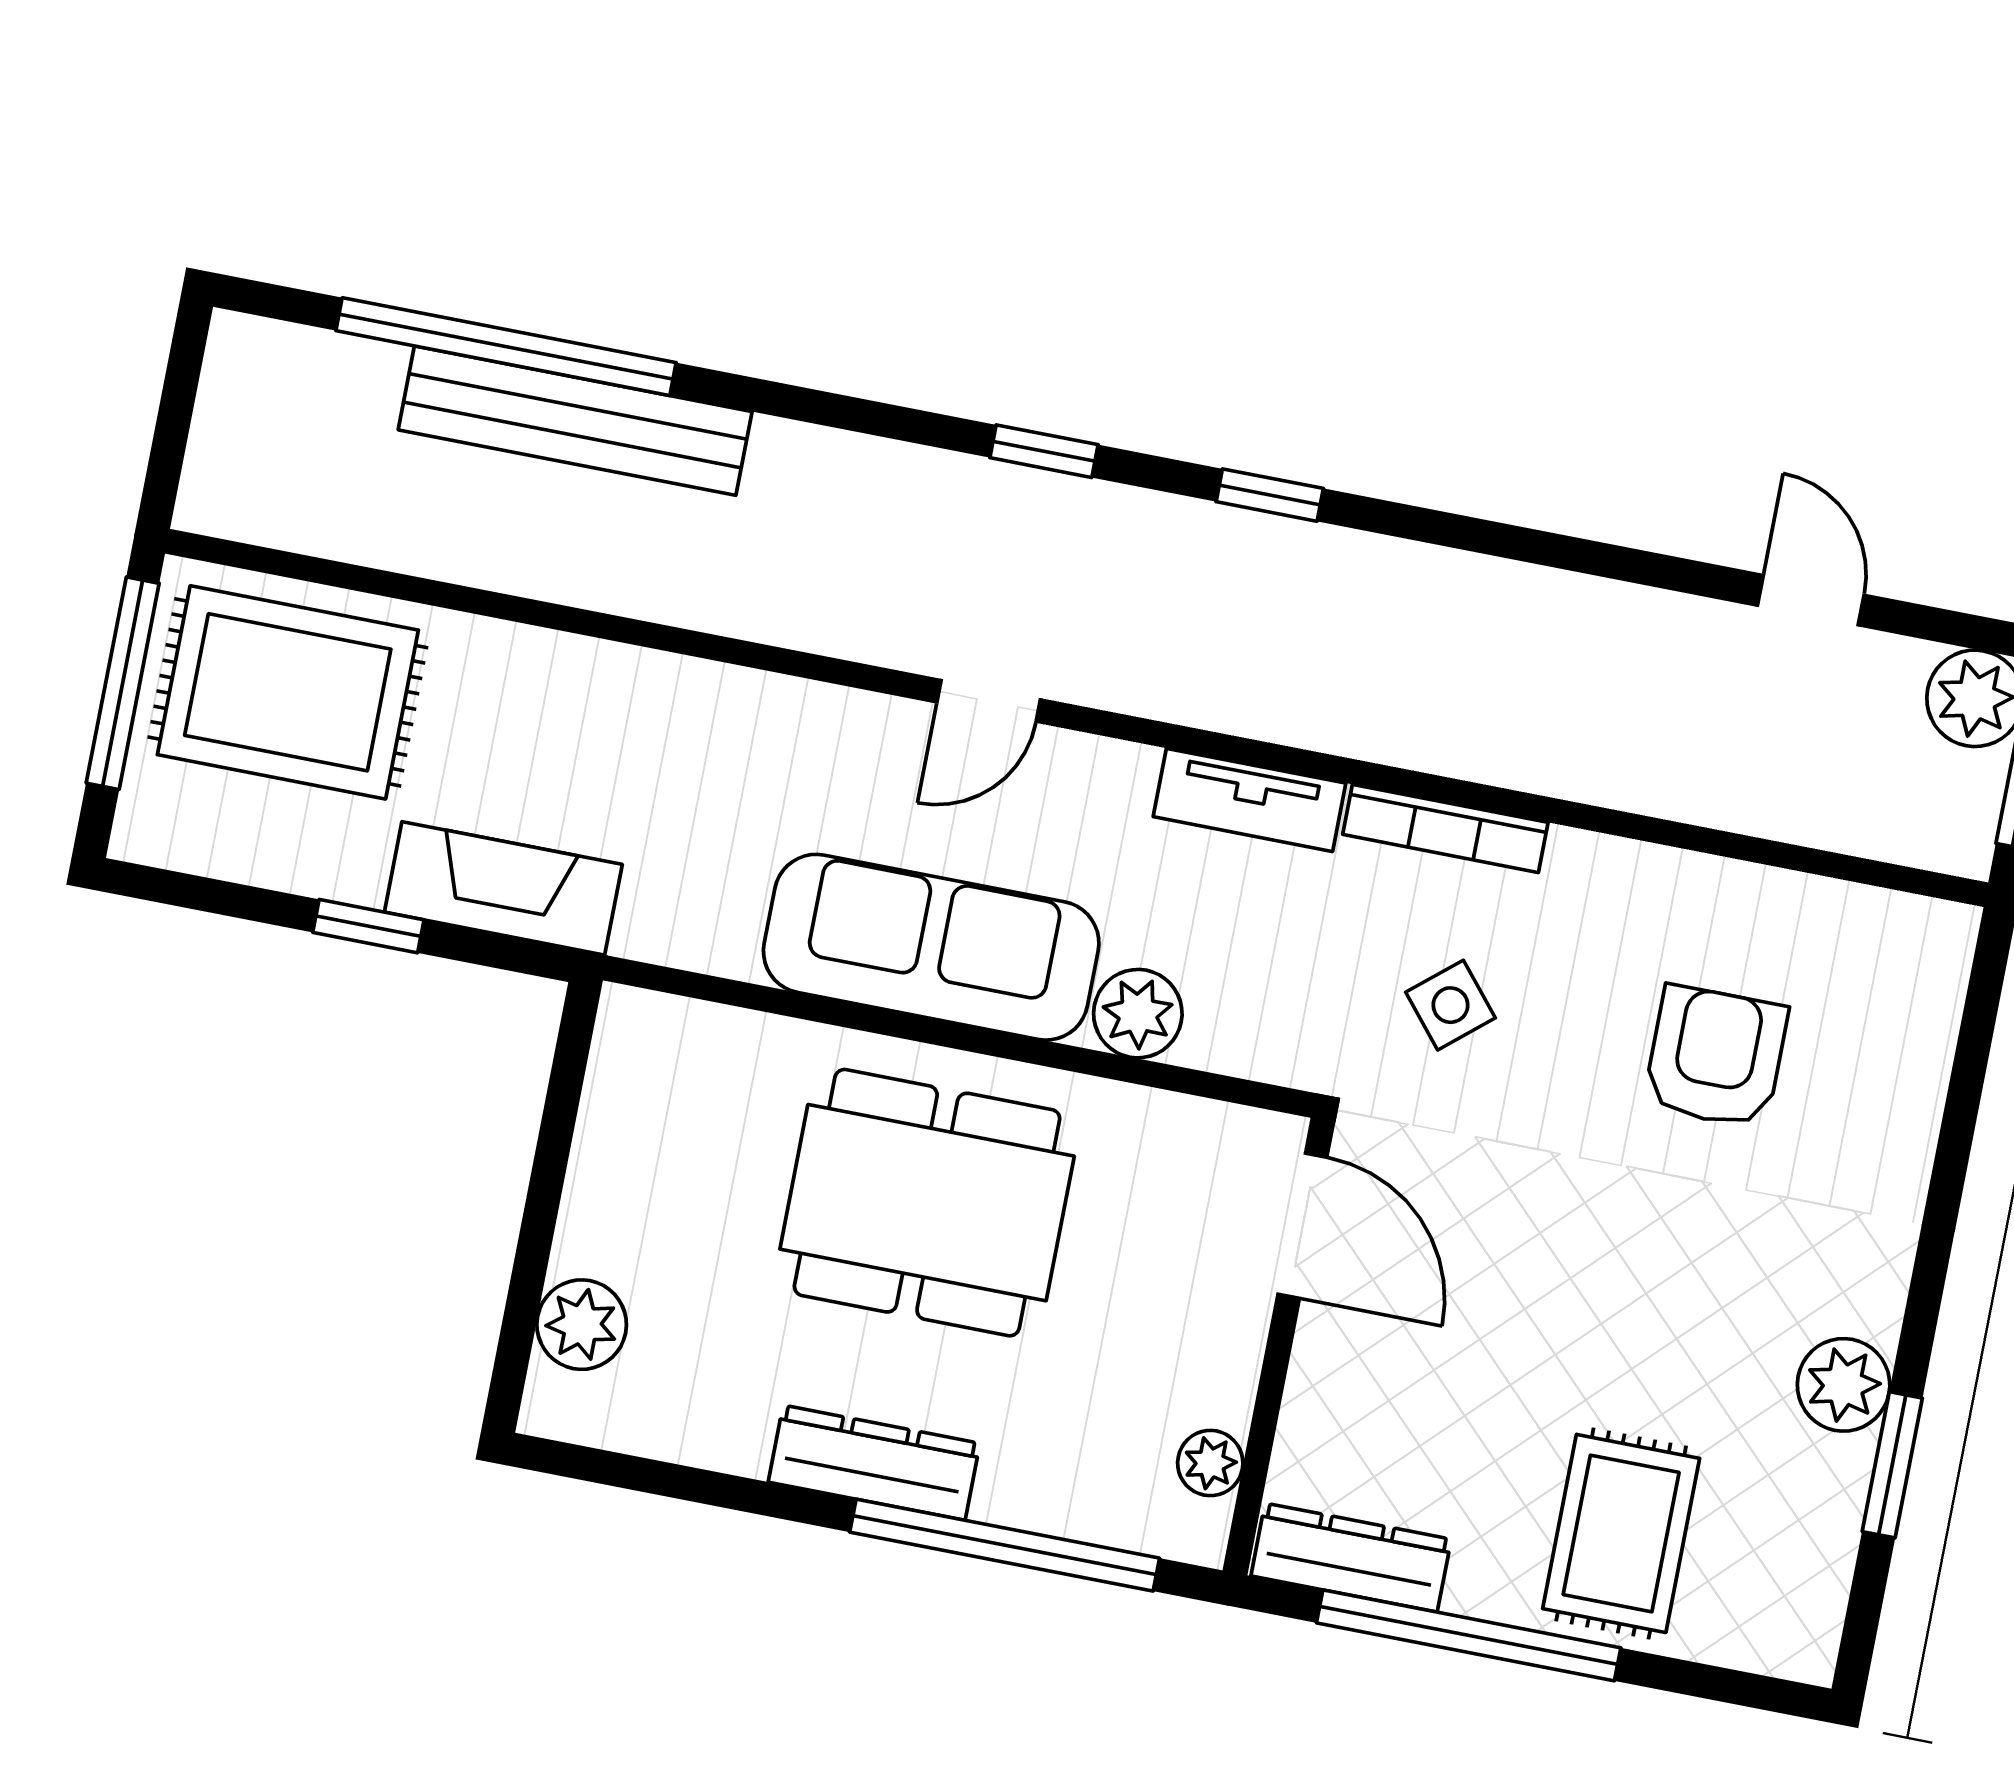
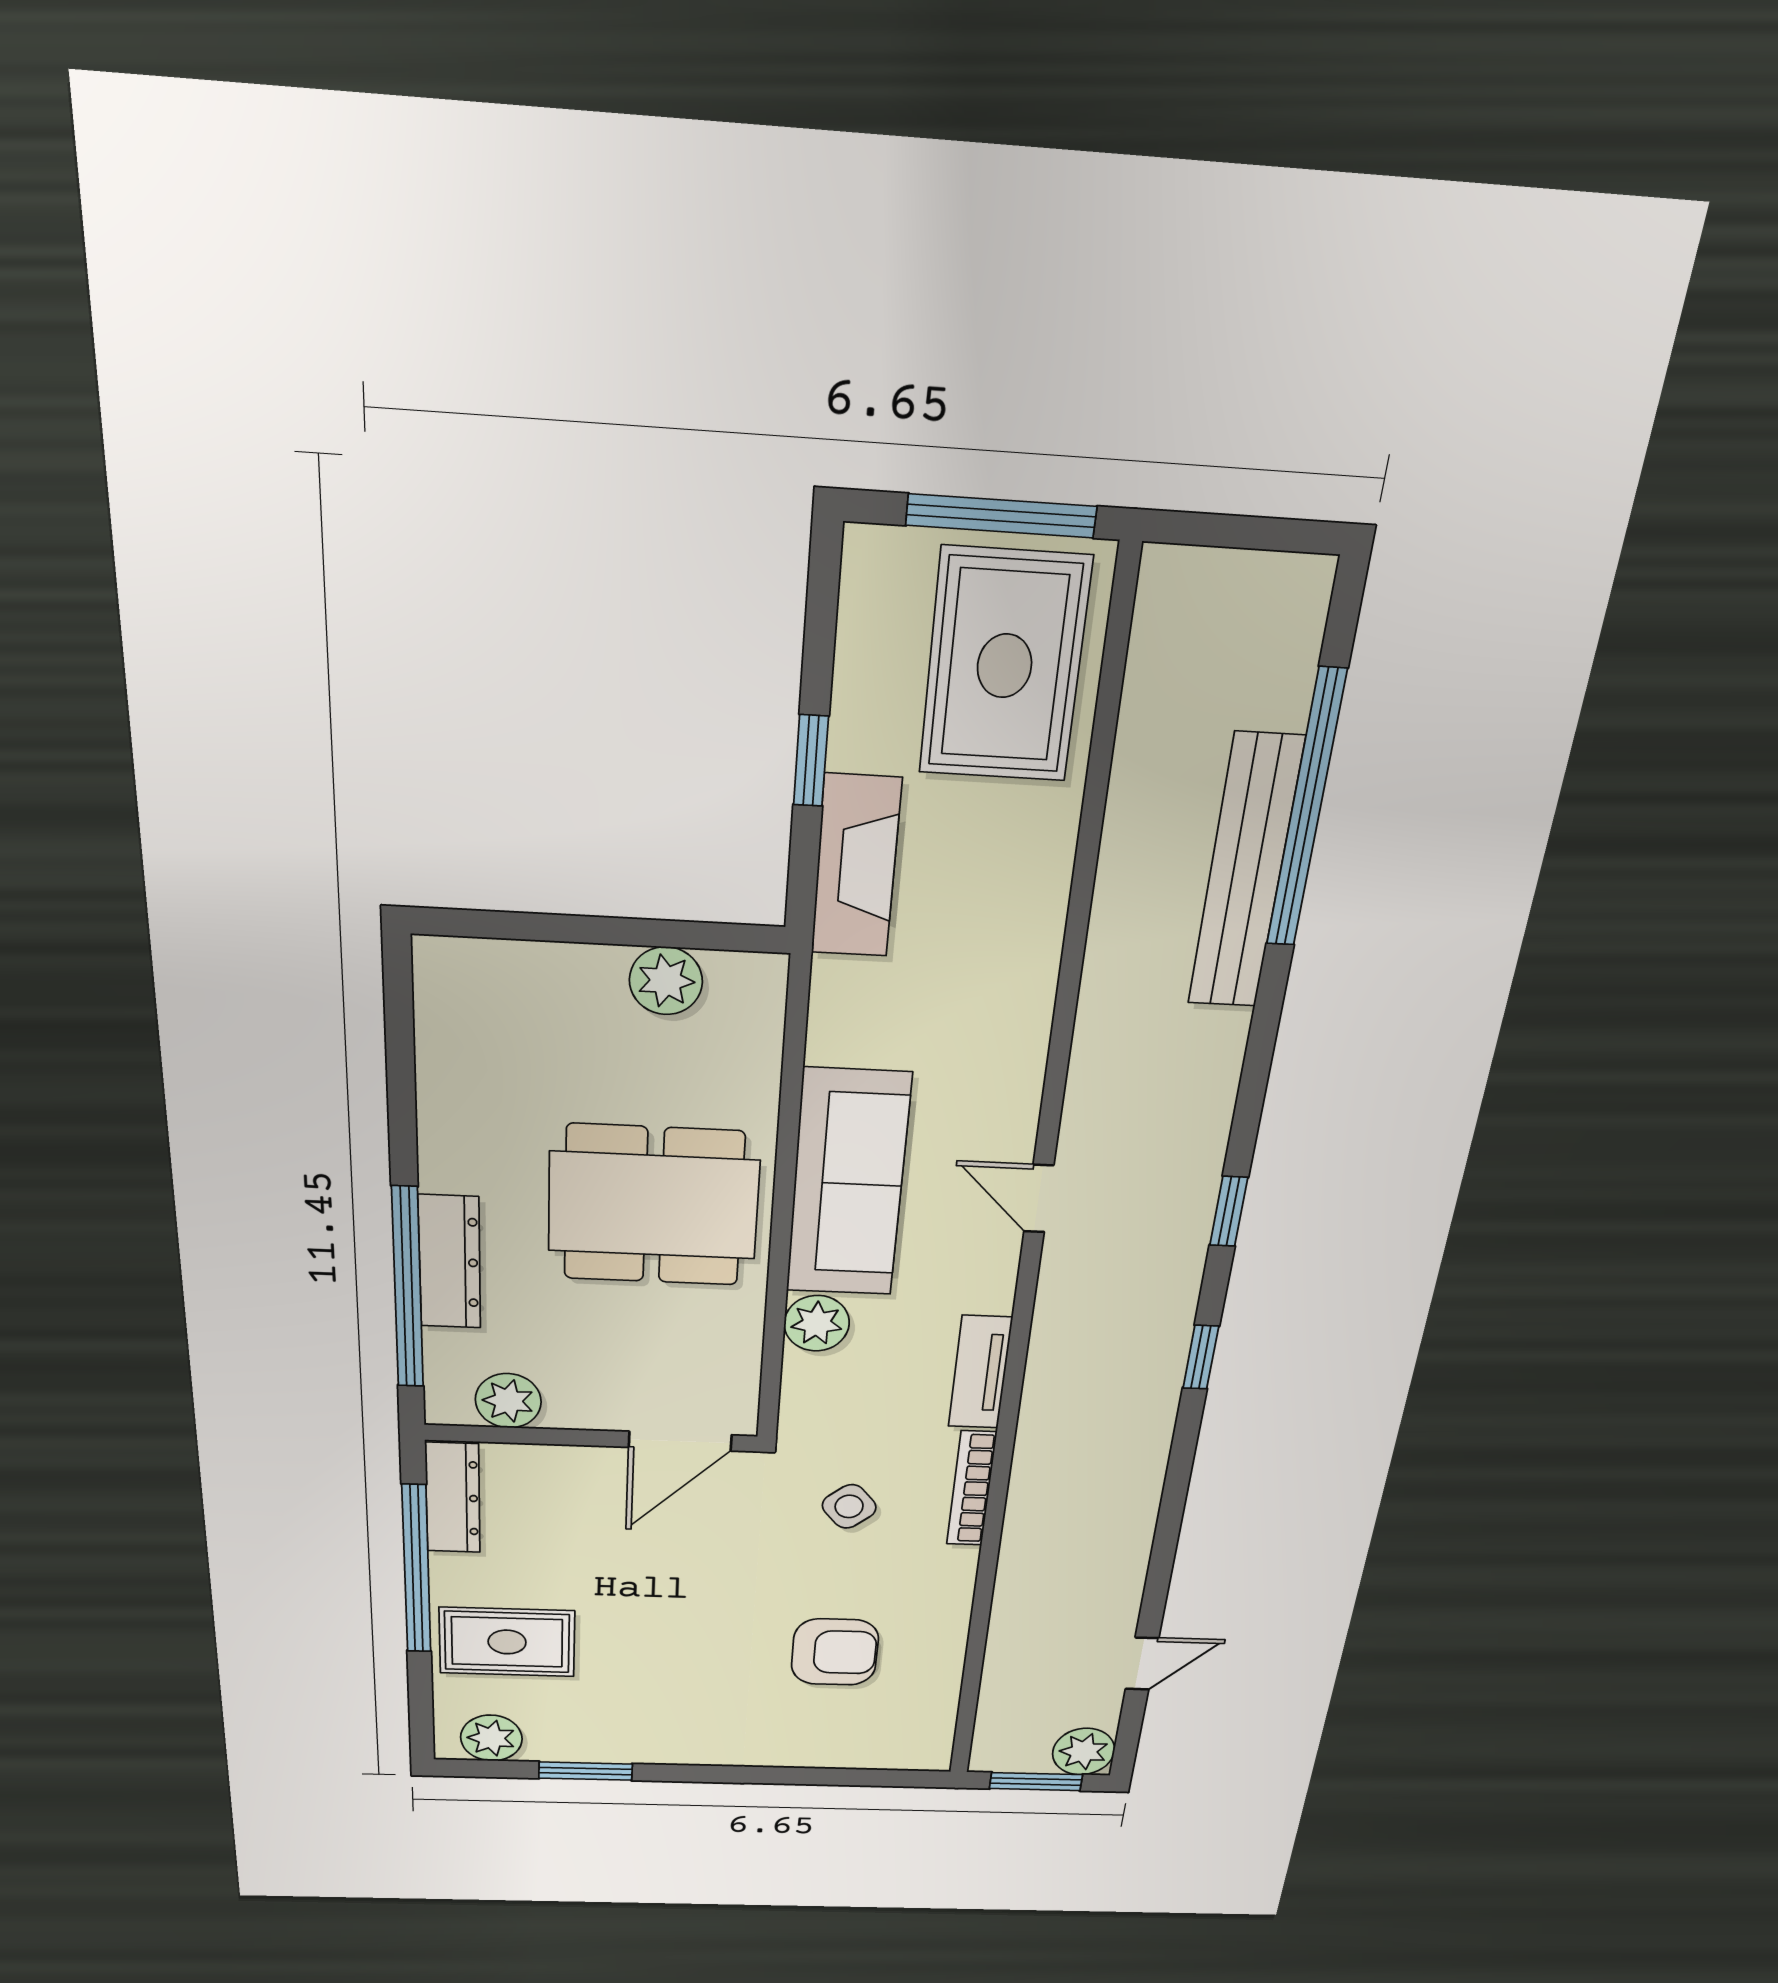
dining table: (927, 1203) -> (654, 1206), turned 90
plant: (582, 1325) -> (666, 981), moved
plant: (1844, 1385) -> (491, 1738), moved
dresser: (874, 1463) -> (450, 1262), moved
plant: (1210, 1463) -> (508, 1401), width x1.38, depth x1.38

